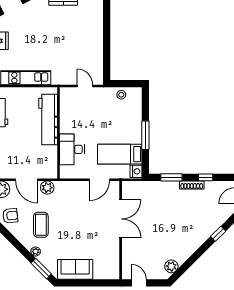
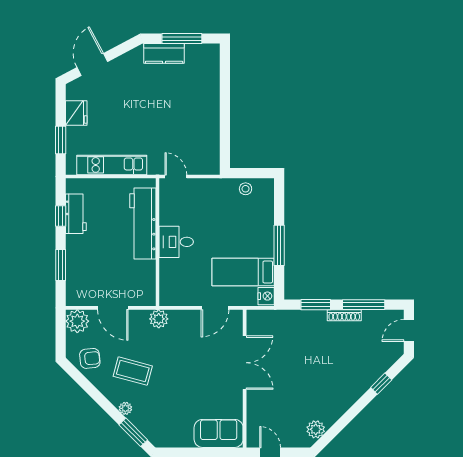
door: (85, 86) -> (176, 176), moved
desk: (72, 149) -> (176, 242), moved, width x0.73
window: (206, 177) -> (364, 305), width x2.17
plant: (47, 188) -> (159, 319), moved
coffee table: (41, 225) -> (133, 371), turned -75
sofa: (75, 269) -> (219, 433), moved

